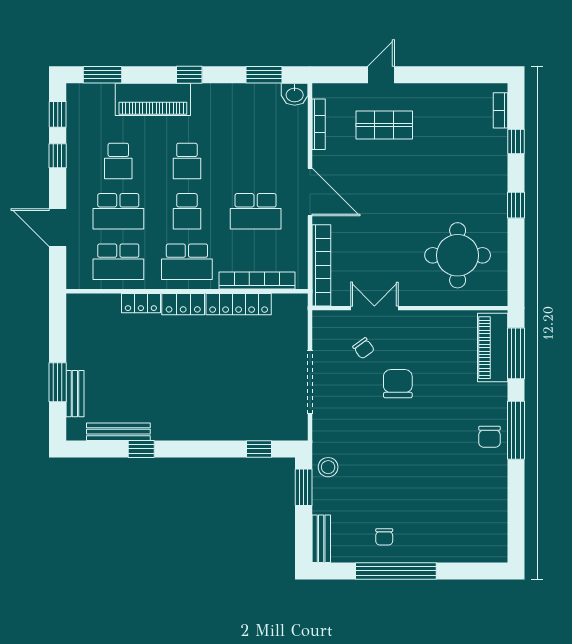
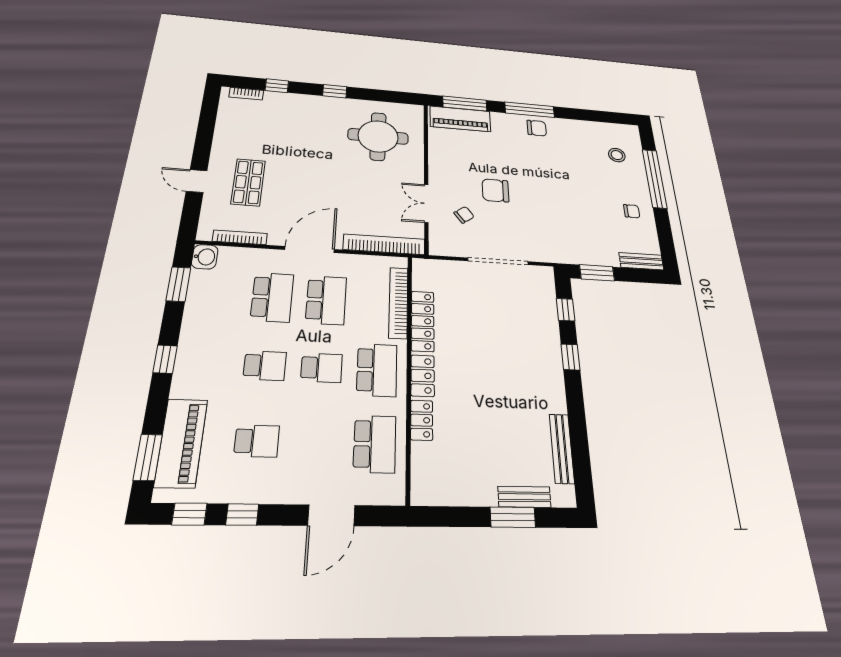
piano: (153, 99) -> (181, 443), moved
school desk: (118, 211) -> (272, 297), moved
window: (141, 449) -> (571, 357), moved
stool: (328, 467) -> (617, 155), moved
window: (396, 571) -> (654, 178), moved

